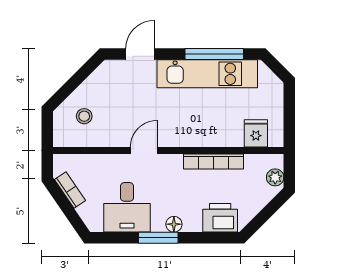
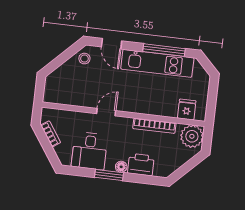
door: (140, 54) -> (112, 44), swing flipped
stool: (84, 116) -> (84, 59), moved
plant: (275, 177) -> (192, 136), width x1.87, depth x1.87
printer: (220, 218) -> (141, 165), moved

